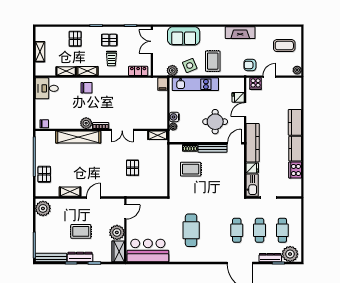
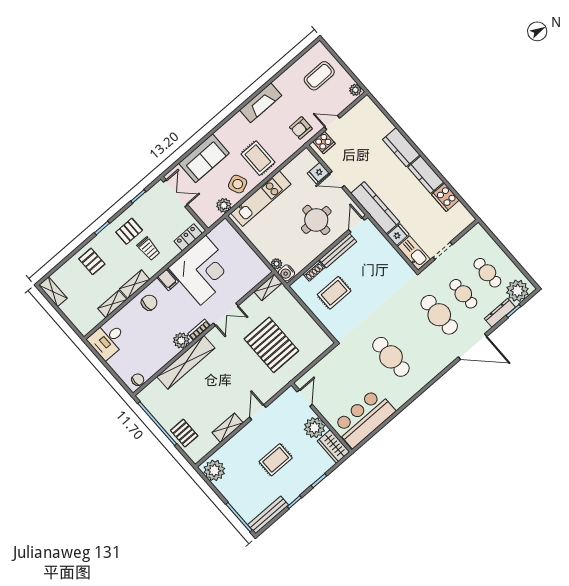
double door: (152, 41) -> (175, 193), swing flipped
shelving: (40, 52) -> (53, 292), moved
door: (269, 77) -> (332, 123), hinge flipped
filing cabinet: (163, 84) -> (168, 280), moved
corner desk: (131, 96) -> (203, 270), added
door: (245, 110) -> (337, 180), hinge flipped
water cooler: (174, 117) -> (286, 273), moved
pallet: (133, 168) -> (271, 345), width x2.05, depth x2.00
cafe table: (237, 230) -> (439, 315), width x1.37, depth x1.35
dresser: (80, 257) -> (298, 488), removed

